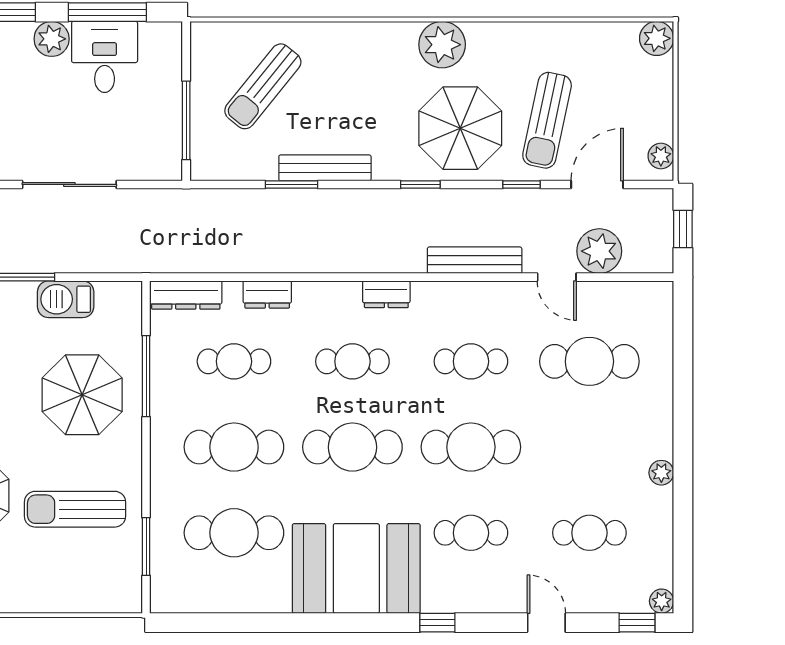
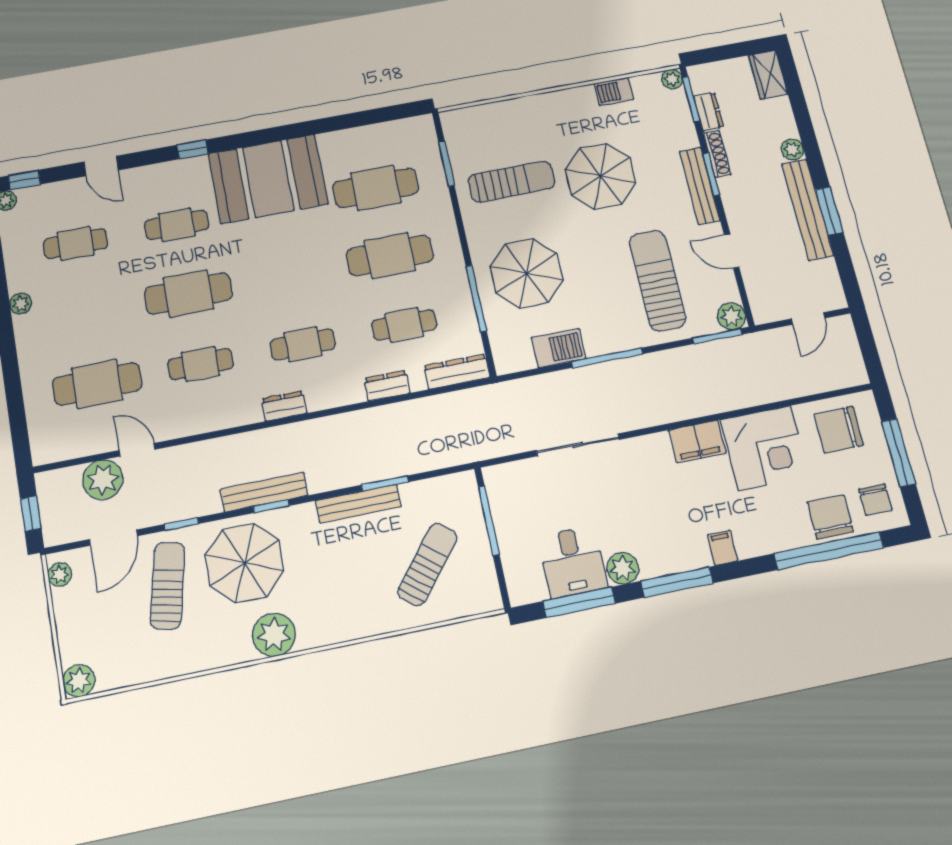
bench: (475, 260) -> (264, 492), moved
cafe table: (352, 447) -> (290, 274), removed

